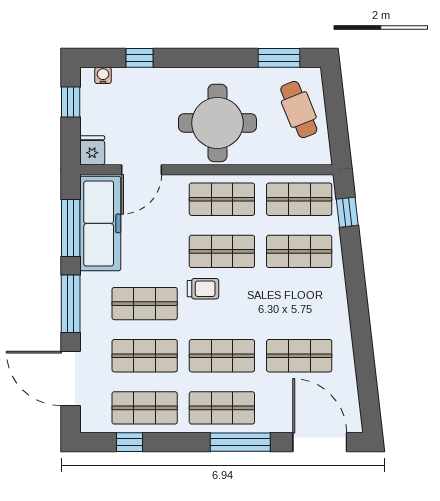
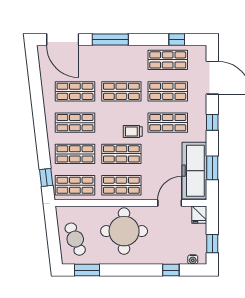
window: (71, 228) -> (212, 168), width x0.69
window: (71, 304) -> (212, 122), width x0.46
shop shelf: (222, 408) -> (75, 123), moved

